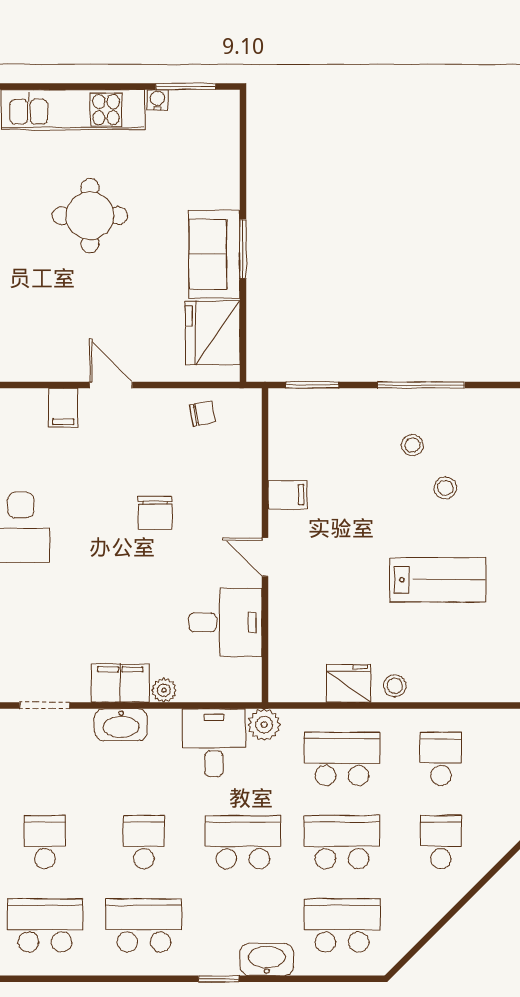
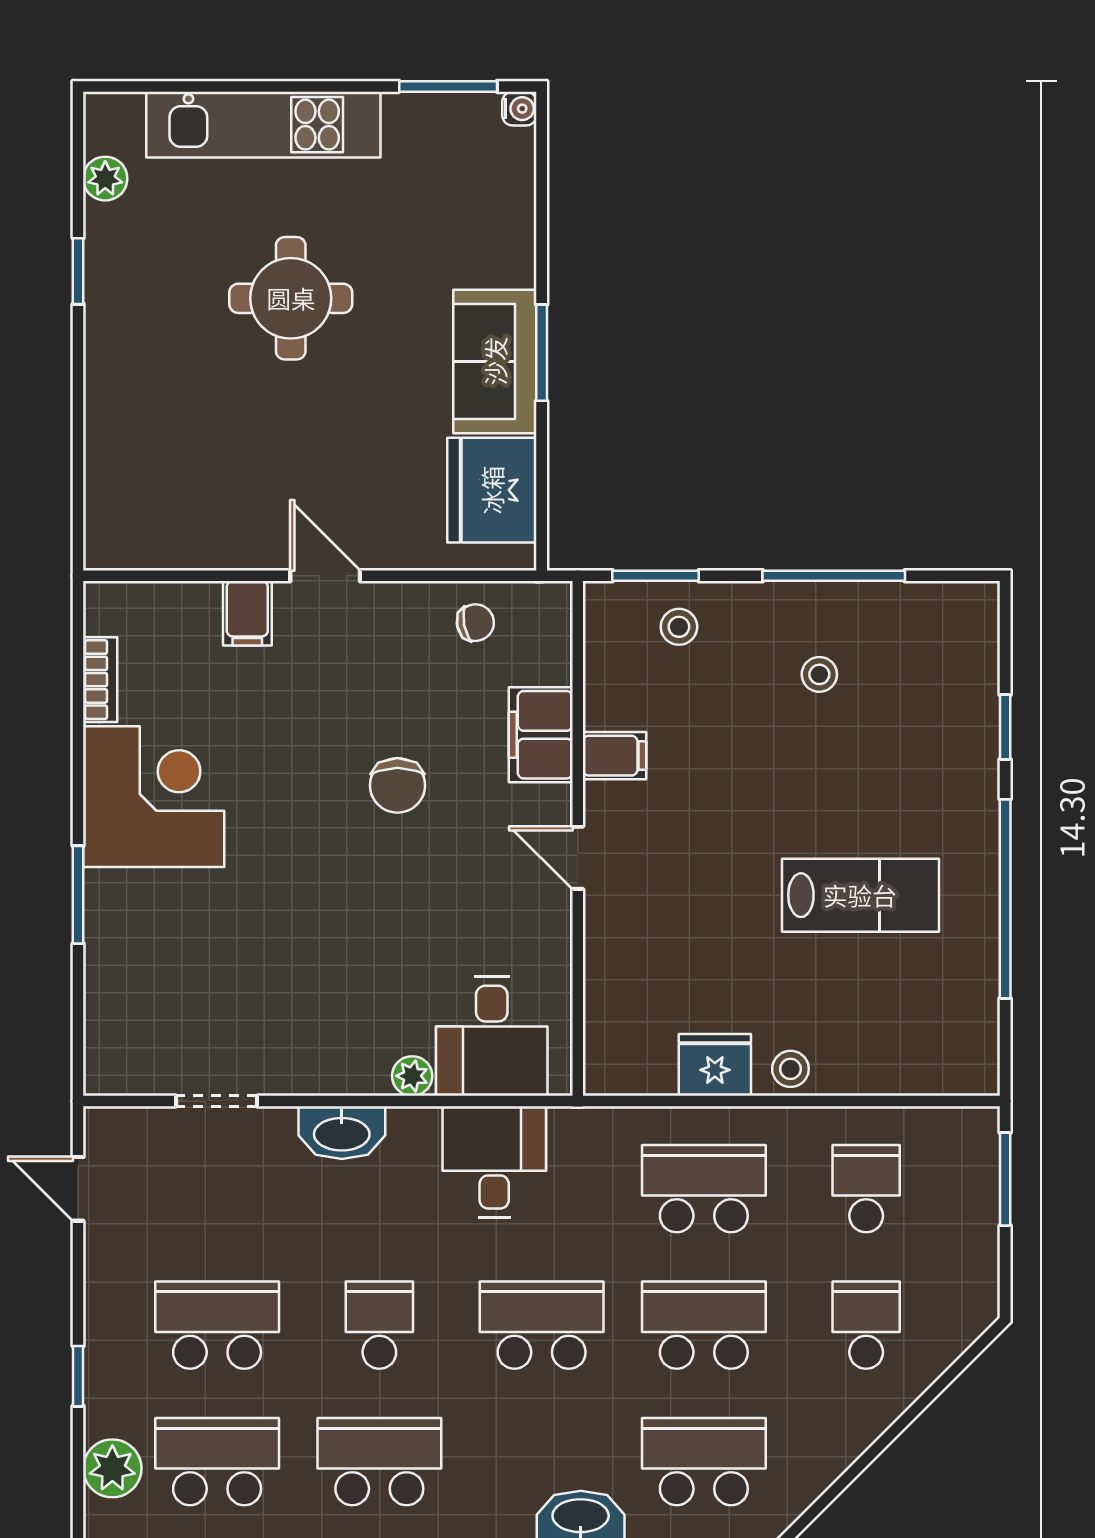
water cooler: (157, 100) -> (519, 109), moved, turned 90
stool: (445, 488) -> (679, 627), moved
desk: (225, 622) -> (492, 1036), moved, turned 90
filing cabinet: (120, 683) -> (541, 735), moved, turned -90
plant: (264, 725) -> (576, 1133), removed
school desk: (45, 842) -> (217, 1325), width x1.85

